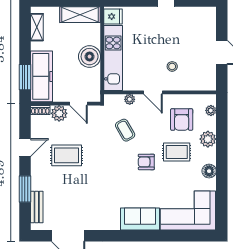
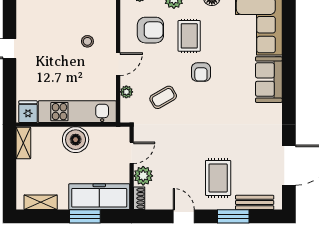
shelving: (80, 15) -> (23, 143), width x0.67, depth x0.75
window: (25, 77) -> (85, 216), moved
rug: (67, 155) -> (218, 178), moved

